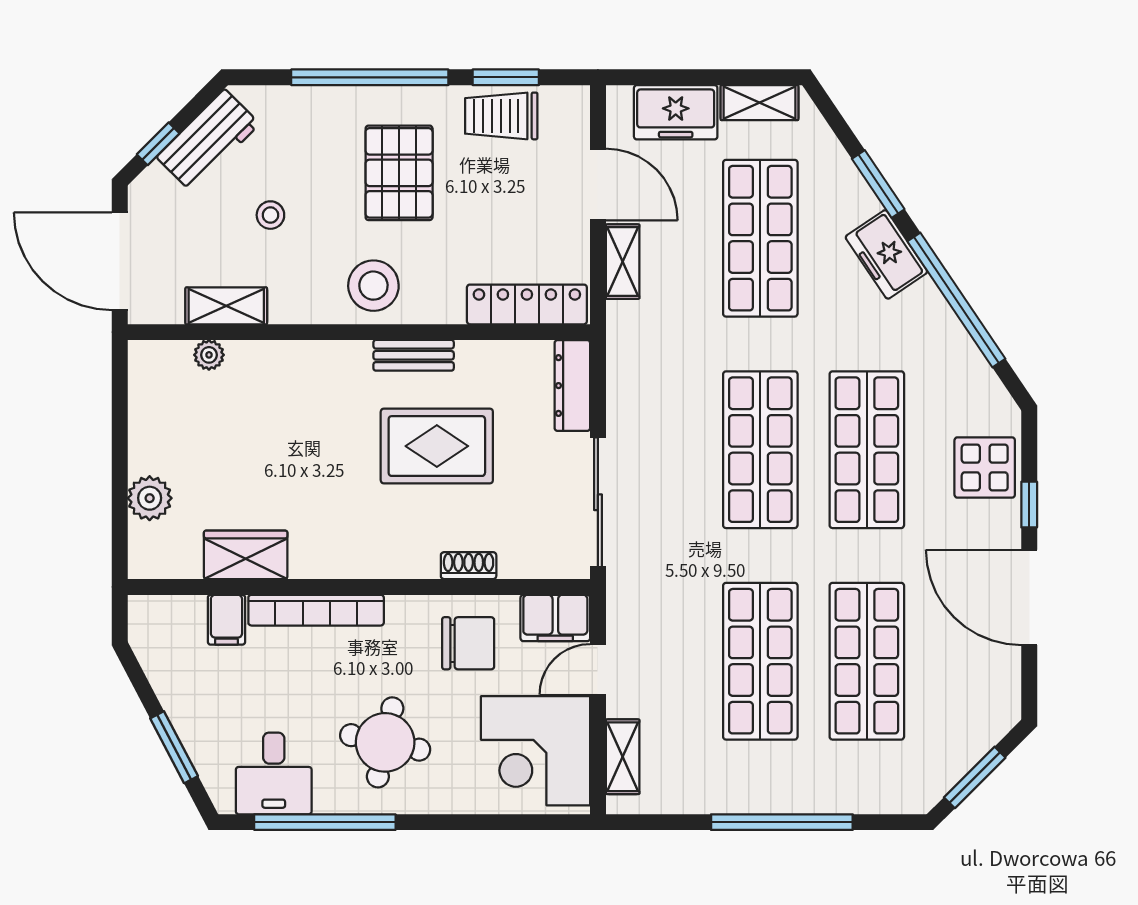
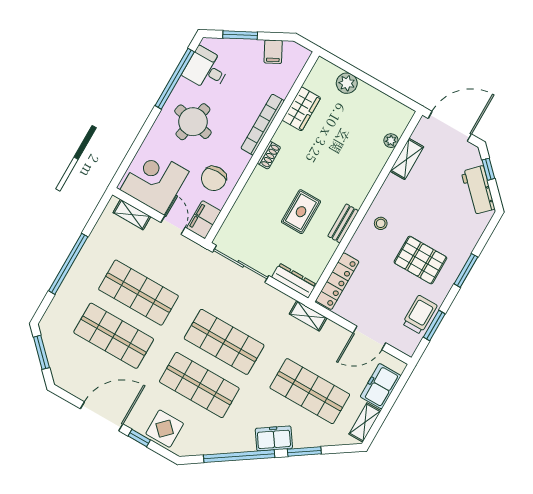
window: (370, 77) -> (466, 270), width x0.47
stool: (270, 215) -> (433, 198), removed
shelving: (623, 262) -> (308, 316), moved
stool: (373, 286) -> (381, 223), width x0.53, depth x0.53
rug: (437, 446) -> (301, 212), width x0.73, depth x0.70
shoe rack: (469, 566) -> (269, 155), moved
filing cabinet: (226, 620) -> (273, 52), moved, turned -118

